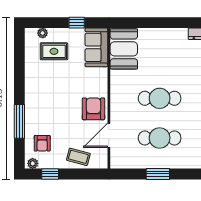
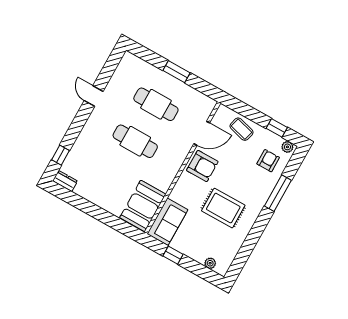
rug: (54, 51) -> (223, 208), moved, width x1.36, depth x1.43
armchair: (93, 109) -> (202, 166), turned -90

